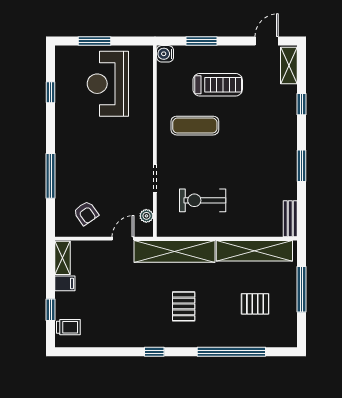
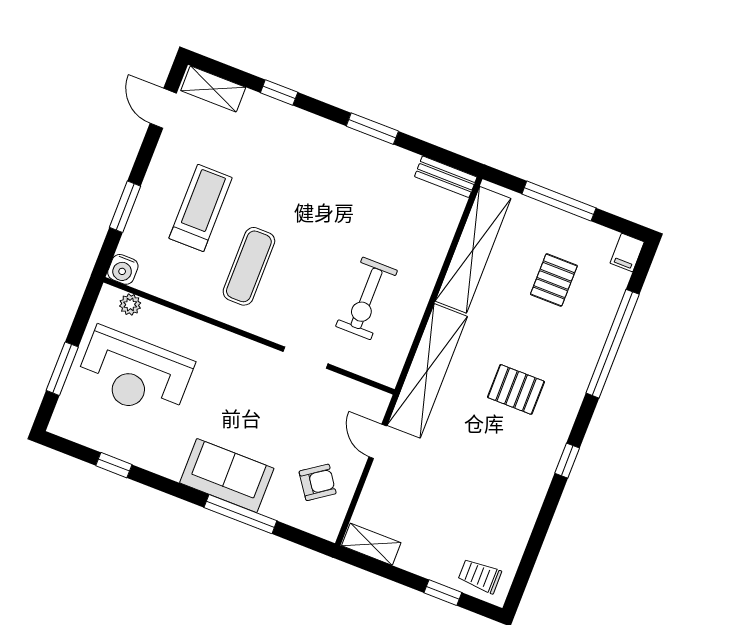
sofa: (70, 159) -> (227, 476), added
plant: (146, 216) -> (130, 305), moved
filing cabinet: (65, 283) -> (627, 253), moved, turned 180
trolley: (68, 327) -> (480, 576), turned -90

